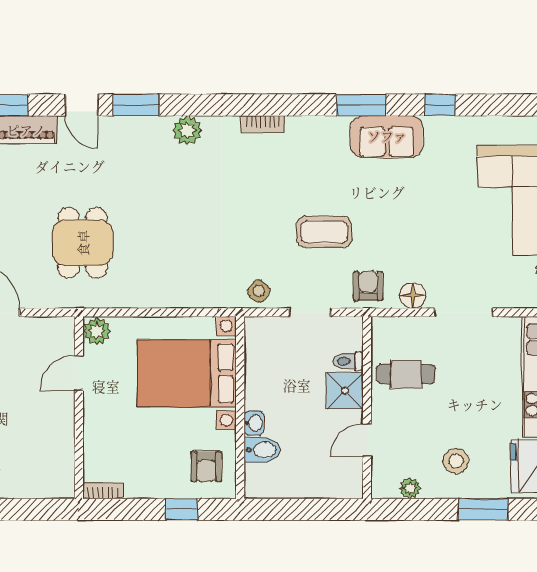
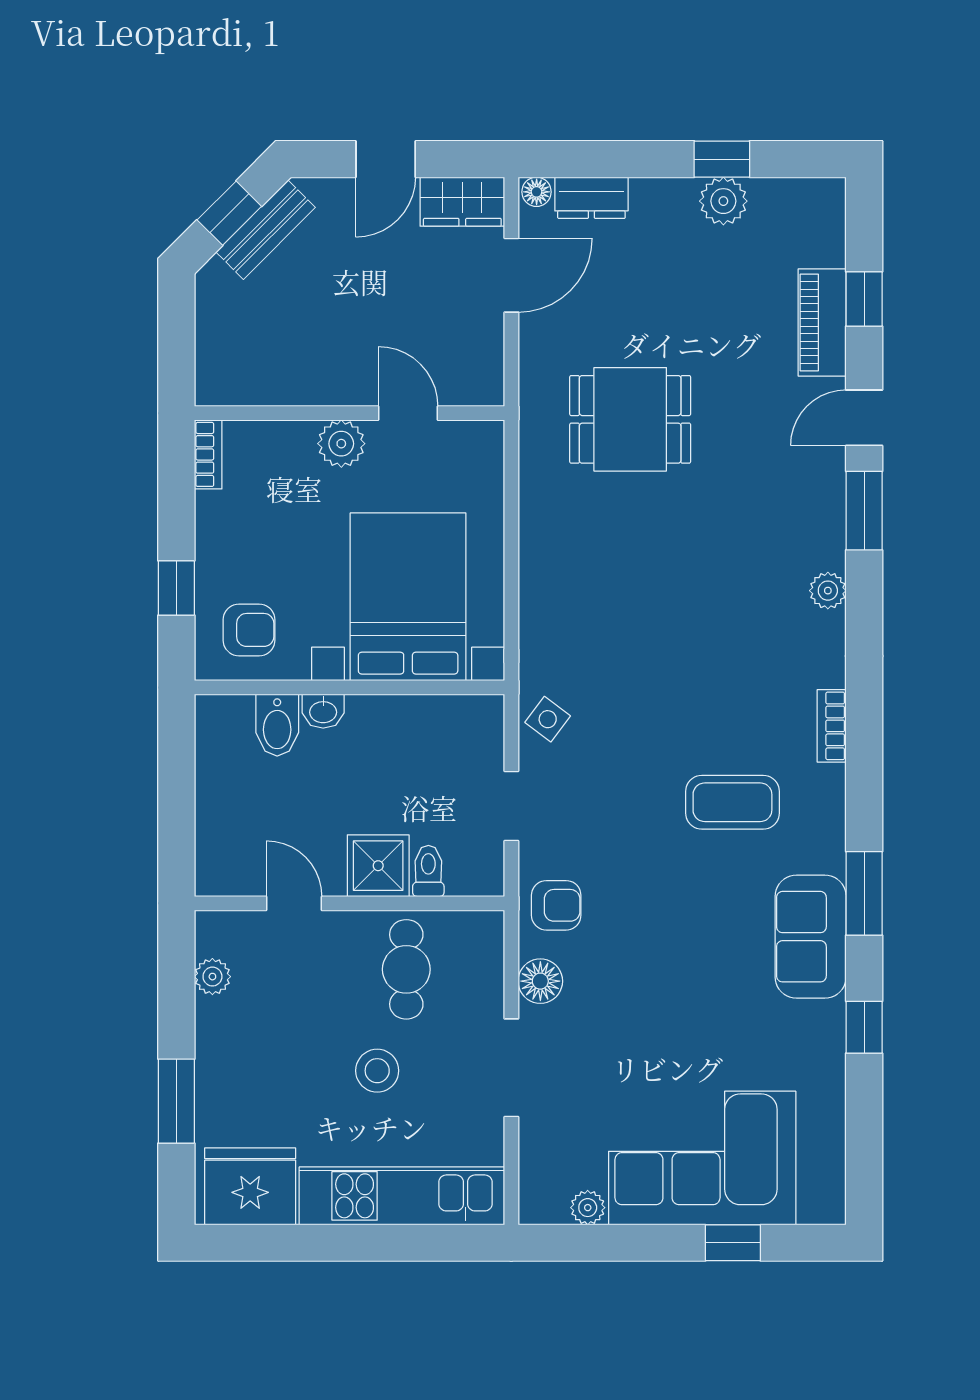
plant: (187, 130) -> (828, 591), width x0.73, depth x0.73
coffee table: (324, 232) -> (732, 802), moved, turned 90
plant: (97, 331) -> (341, 444), moved
stool: (456, 461) -> (377, 1071), moved
armchair: (206, 467) -> (249, 630), turned 180

